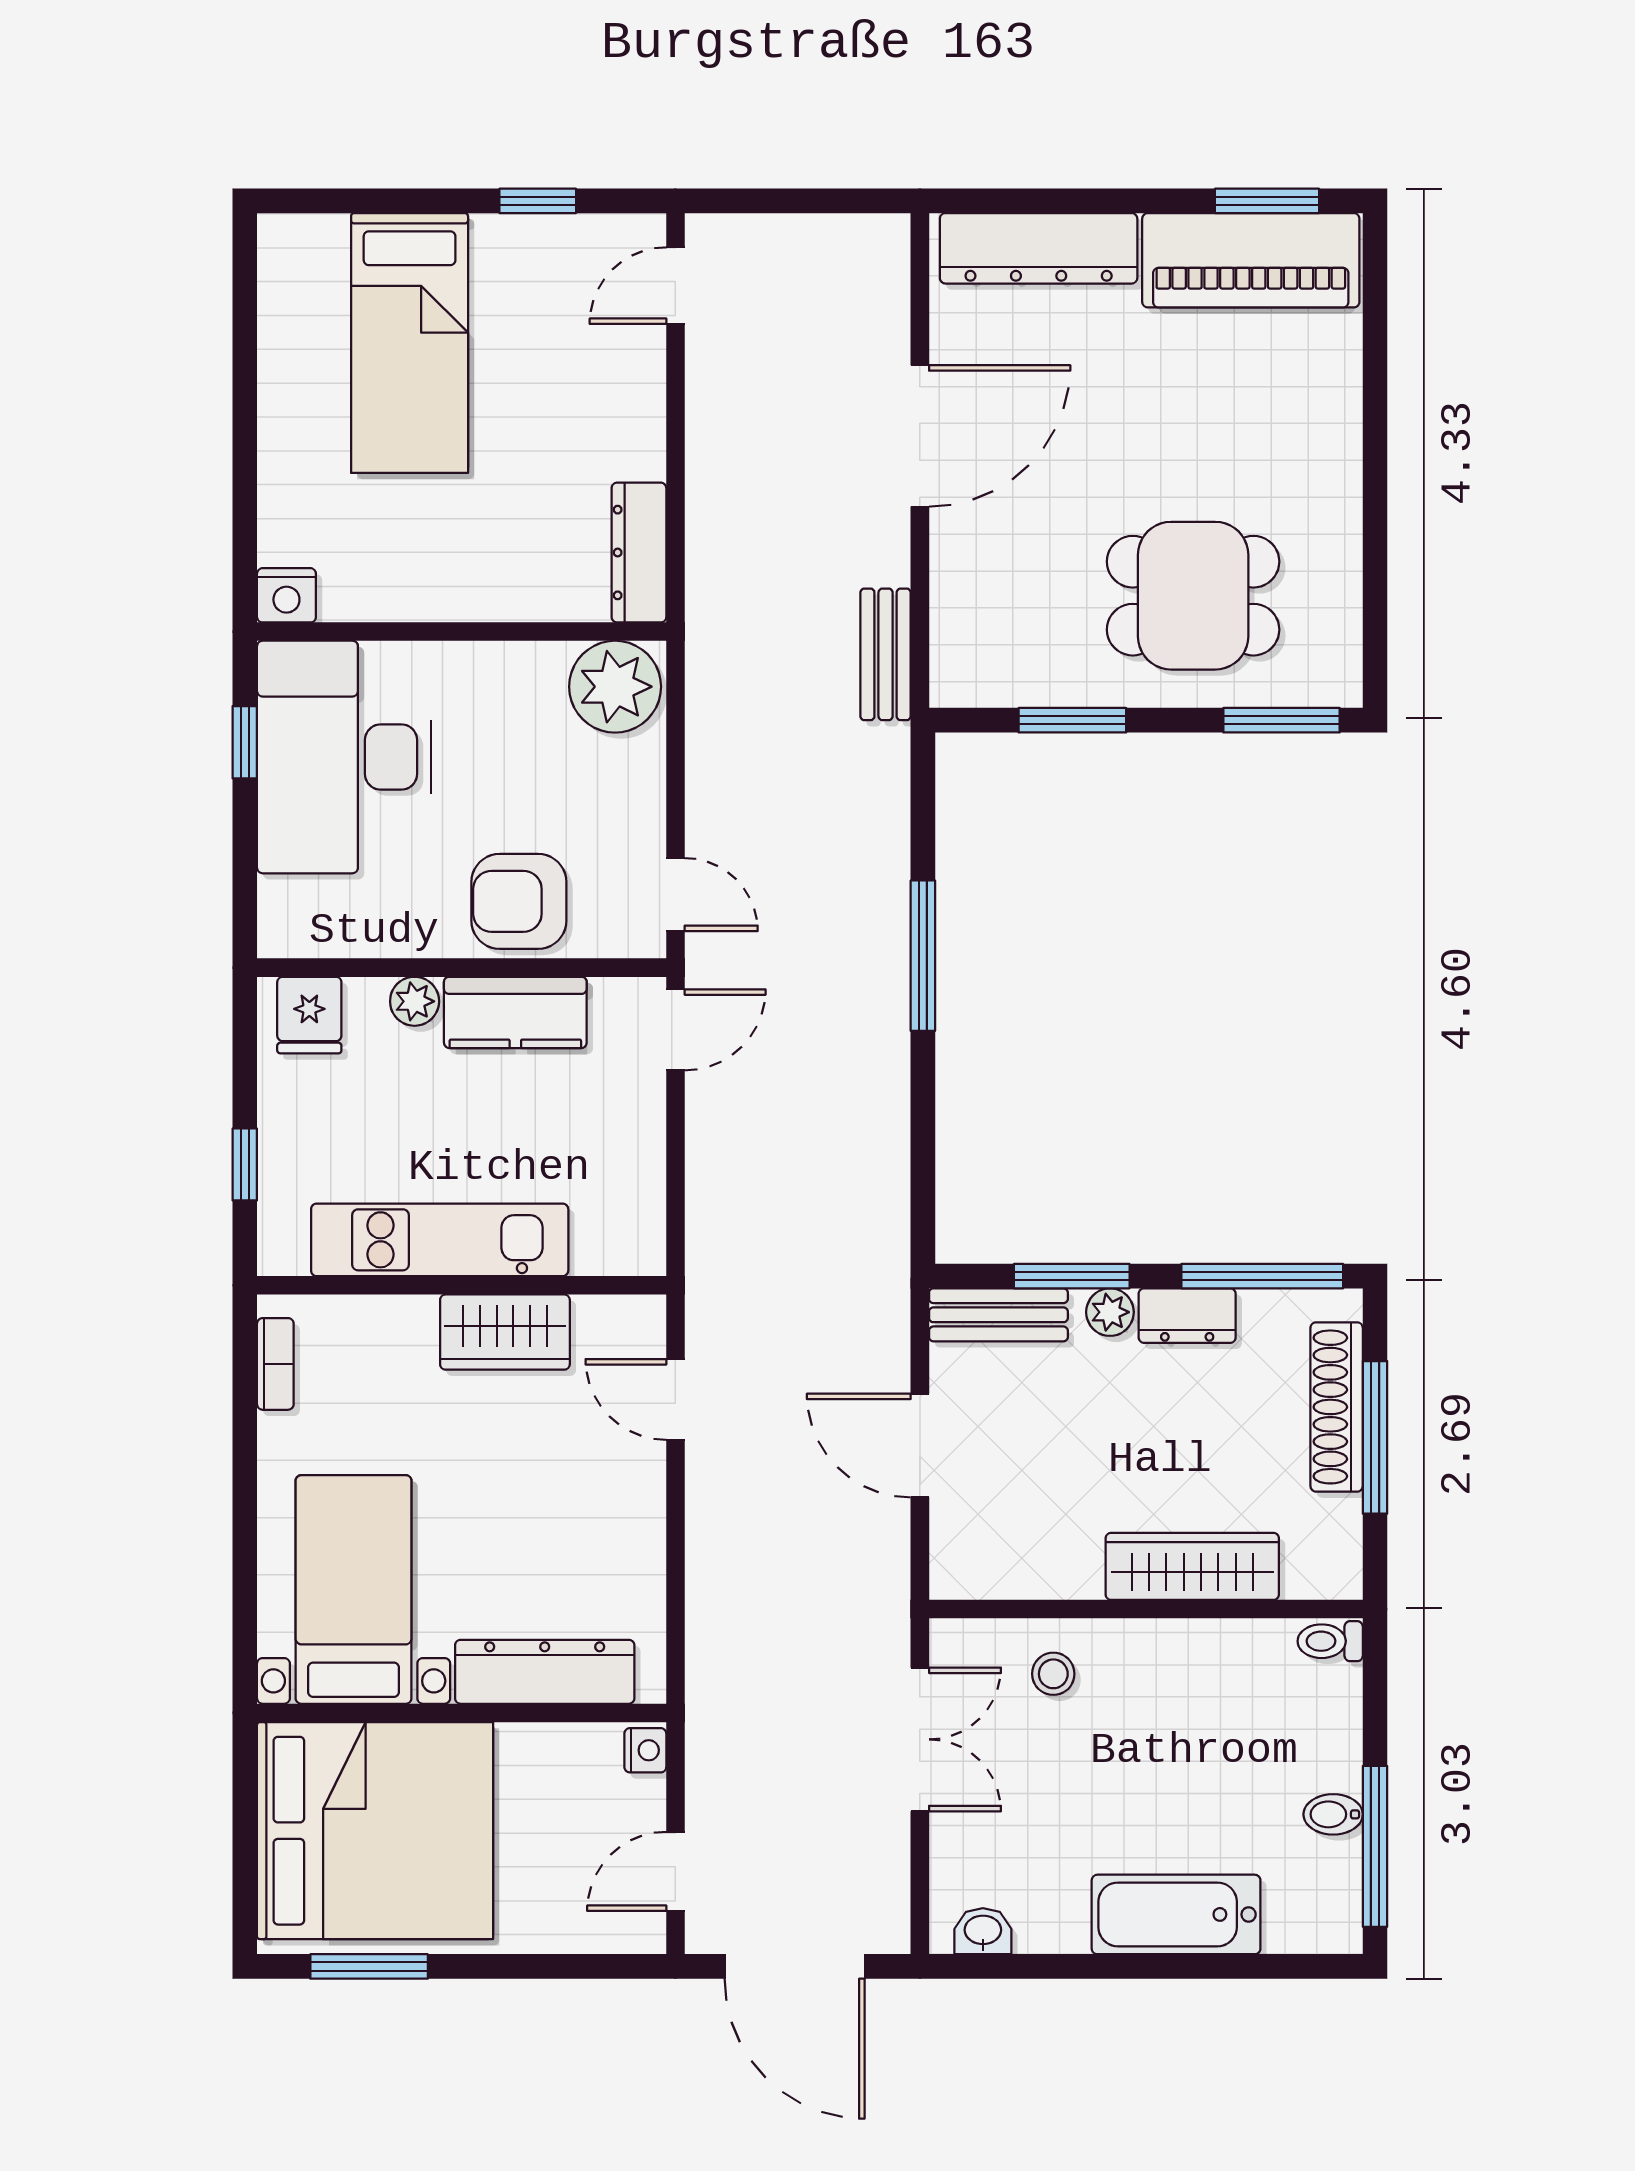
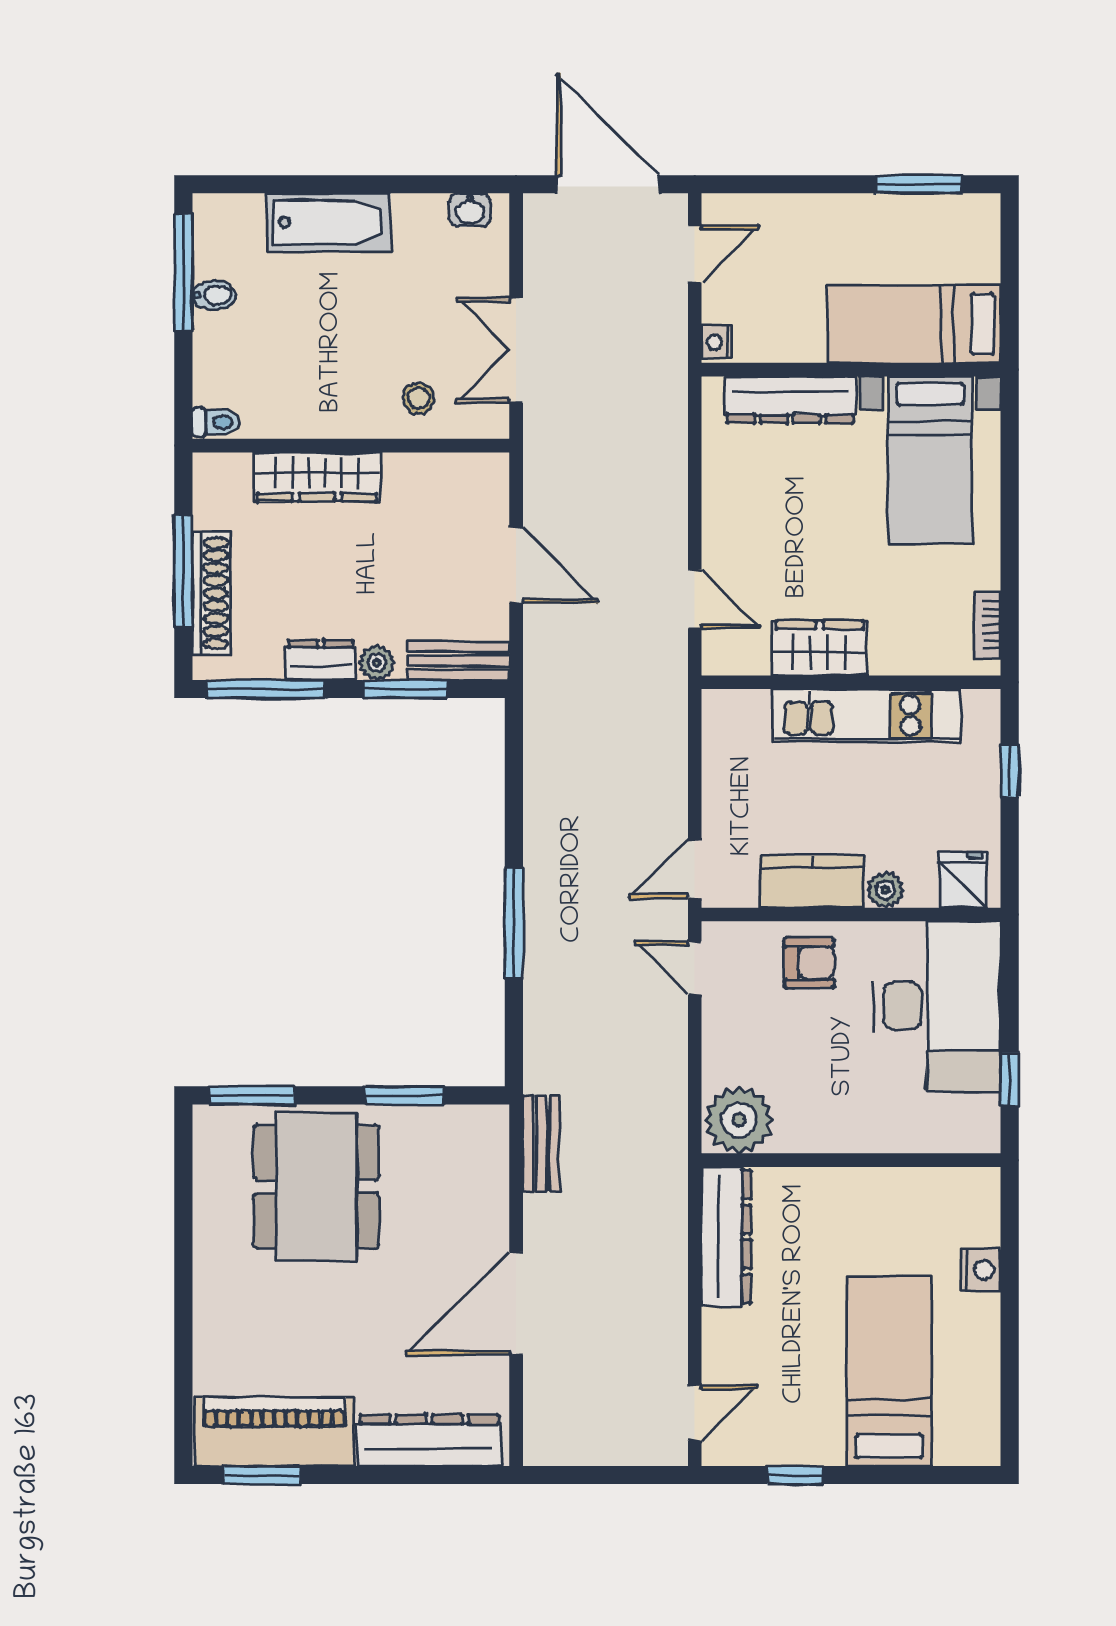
dresser: (639, 553) -> (726, 1237), width x1.37, depth x1.24
nightstand: (286, 595) -> (981, 1270), moved, turned 90
dining table: (1193, 596) -> (316, 1186), width x1.37
desk: (344, 757) -> (937, 1006), moved
armchair: (519, 901) -> (809, 963), width x0.72, depth x0.72
bed: (375, 1831) -> (914, 324), width x0.49

